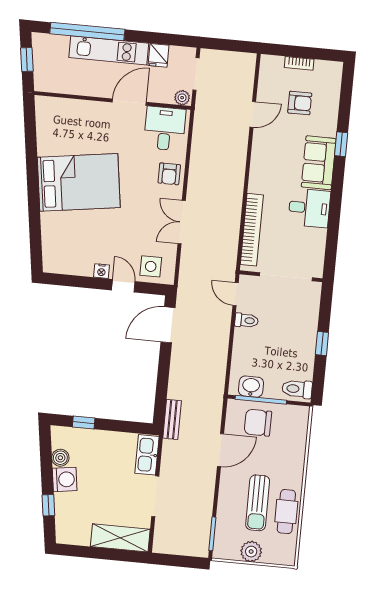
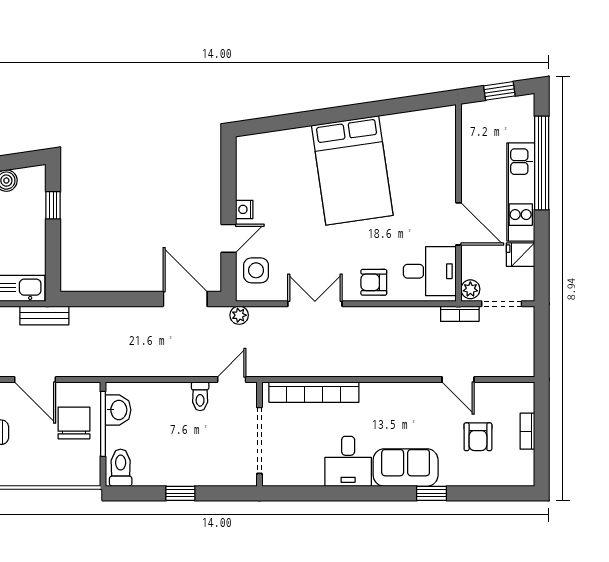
bookcase: (201, 108) -> (460, 314), added
plant: (185, 283) -> (239, 315), added
bench: (172, 419) -> (44, 315), moved

